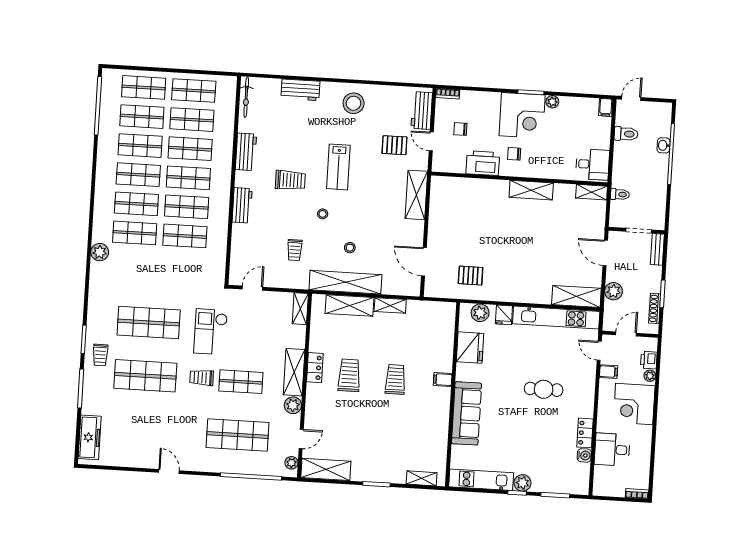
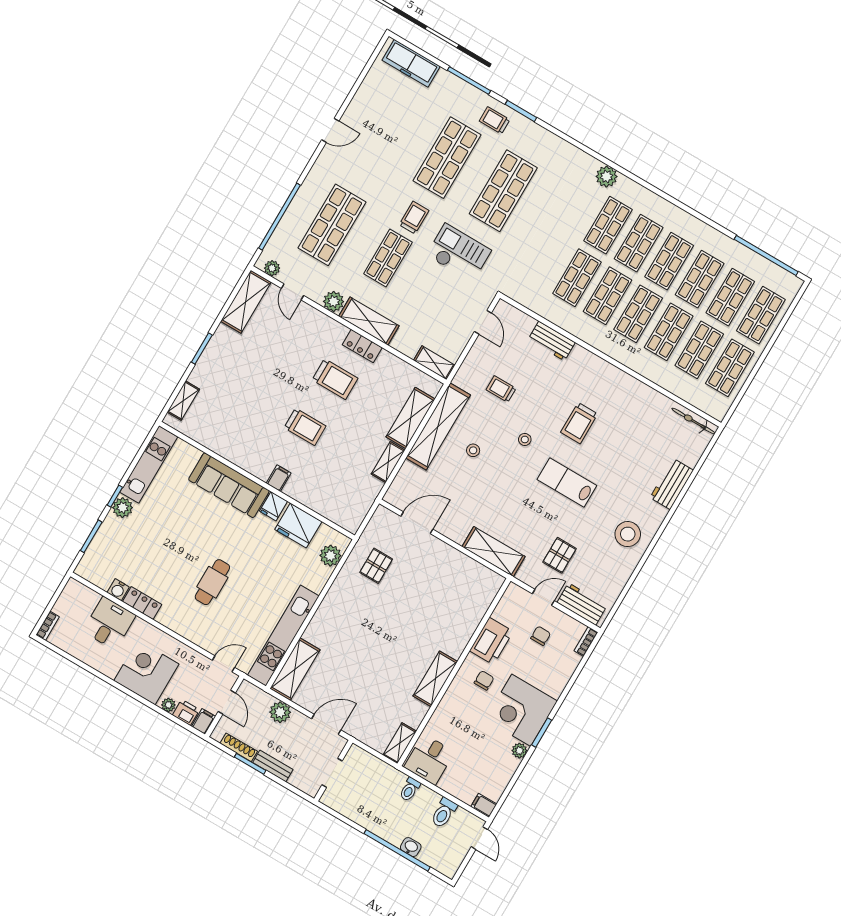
workbench: (246, 152) -> (634, 390), removed
toilet: (620, 194) -> (410, 789), moved
workbench: (242, 205) -> (552, 341), moved
bench: (657, 249) -> (273, 766), moved
fridge: (504, 315) -> (273, 506), moved, turned -90
filing cabinet: (608, 372) -> (204, 722), moved, turned 180

